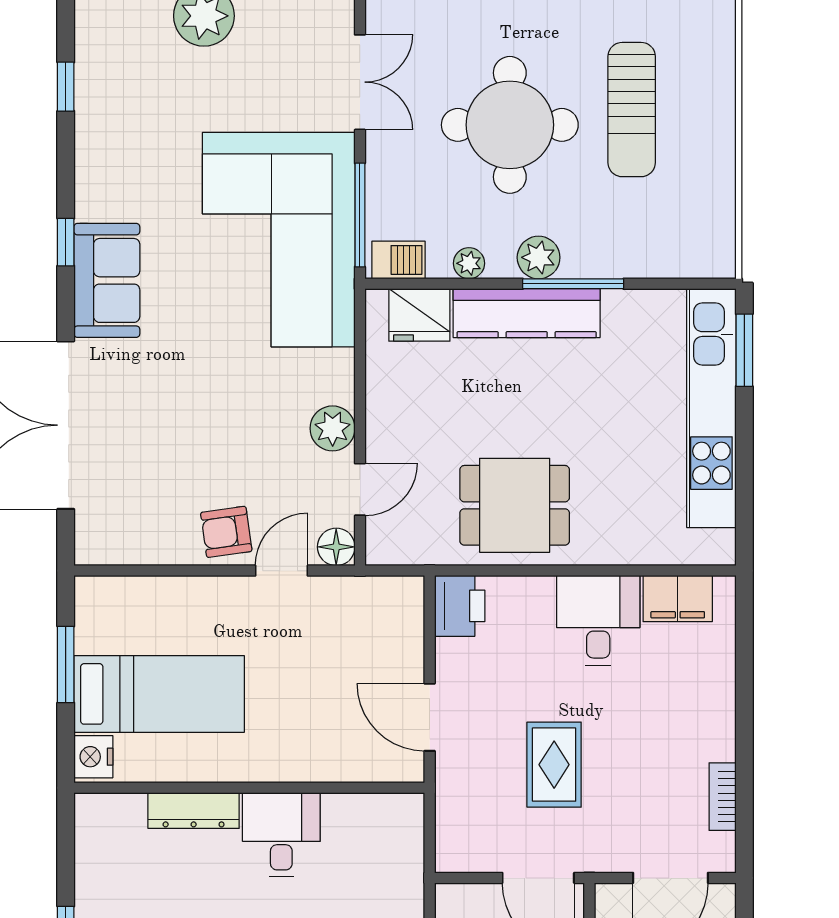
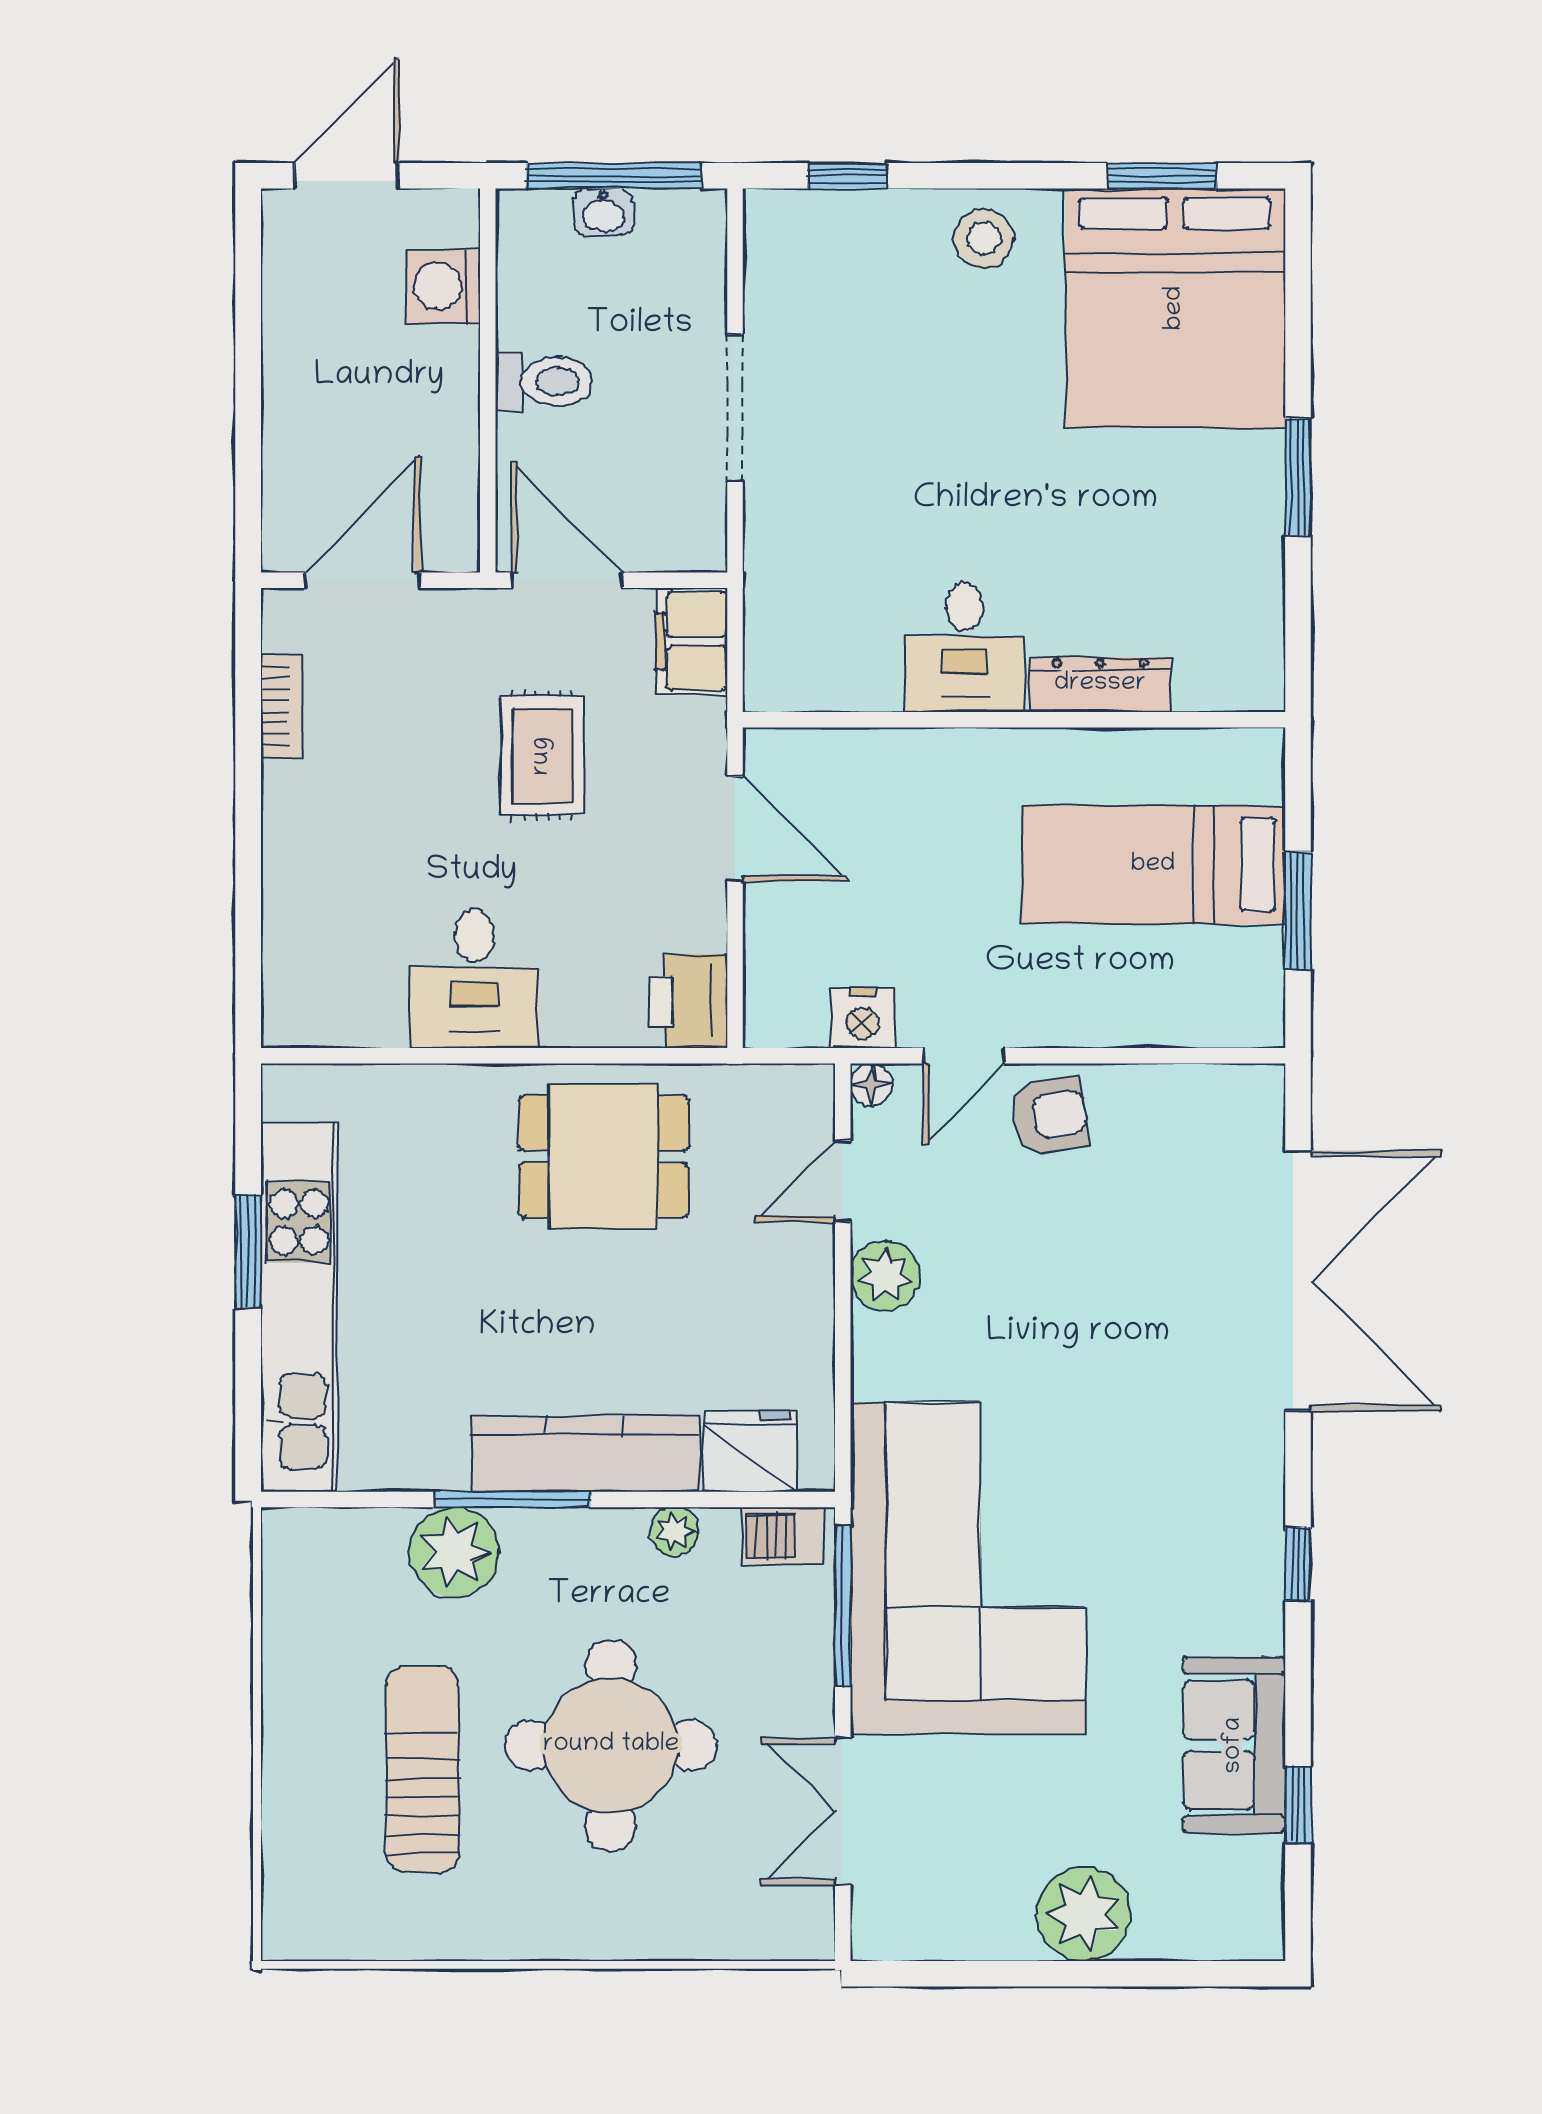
plant: (539, 257) -> (454, 1552), moved, width x1.36, depth x1.36
sofa: (107, 280) -> (1234, 1745), moved
window: (744, 350) -> (248, 1252), moved
floor lamp: (336, 547) -> (872, 1084), width x0.73, depth x0.73
filing cabinet: (678, 599) -> (692, 641), moved, turned -90
nightstand: (93, 757) -> (863, 1018), moved, turned 90

